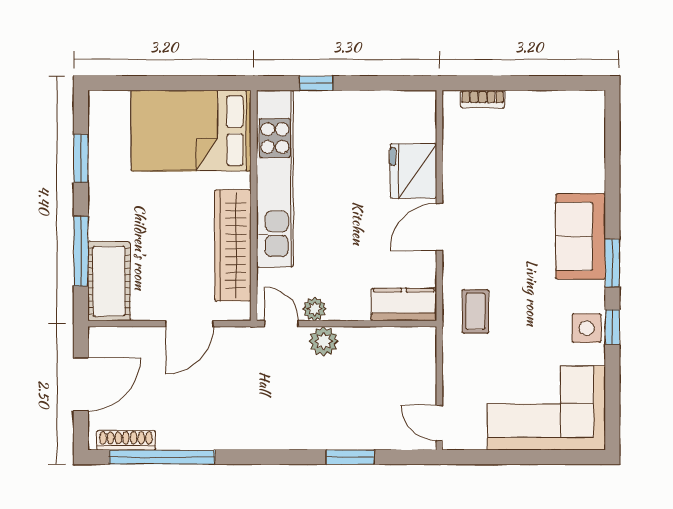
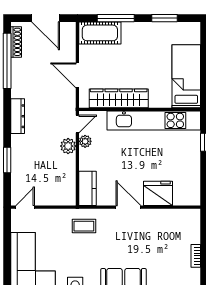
bookcase: (483, 99) -> (196, 256), moved
bed: (191, 131) -> (186, 76), width x0.67
dresser: (267, 437) -> (18, 116), added

